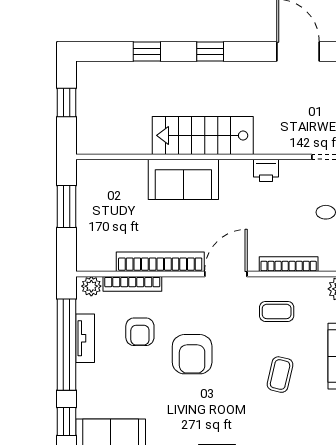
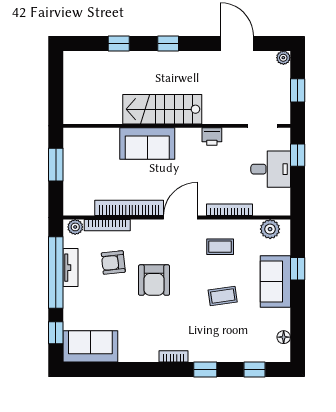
window: (66, 102) -> (56, 83), removed
armchair: (140, 332) -> (113, 263), turned 84
coffee table: (280, 375) -> (223, 296), turned 69

